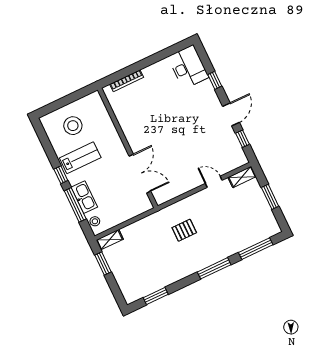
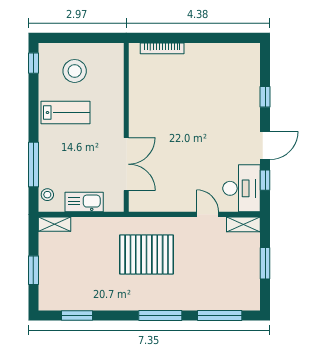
desk: (188, 67) -> (242, 188), moved
window: (61, 175) -> (33, 63), moved
kitchen sink: (84, 197) -> (84, 202), moved, turned -90
pallet: (184, 230) -> (147, 254), width x2.05, depth x2.00
window: (103, 263) -> (33, 270), moved

